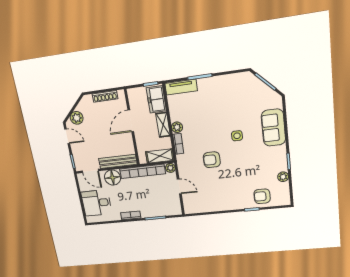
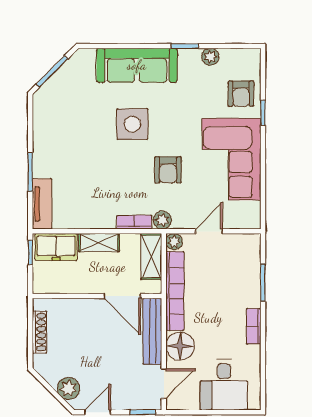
door: (131, 121) -> (122, 296), moved
plant: (177, 127) -> (162, 220), moved
sofa: (273, 128) -> (137, 65), width x1.36
side table: (237, 136) -> (132, 124), width x1.87, depth x1.87
corner sofa: (223, 195) -> (231, 159), added

